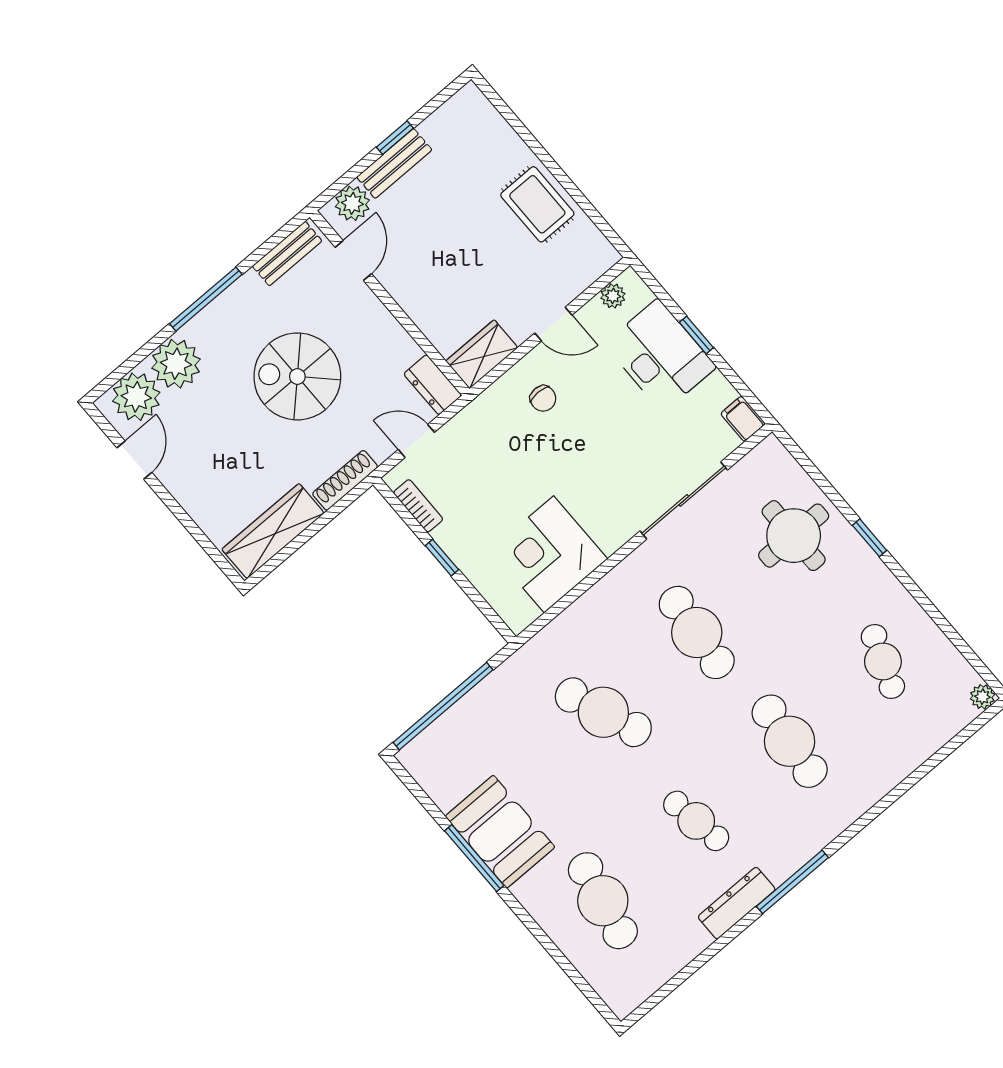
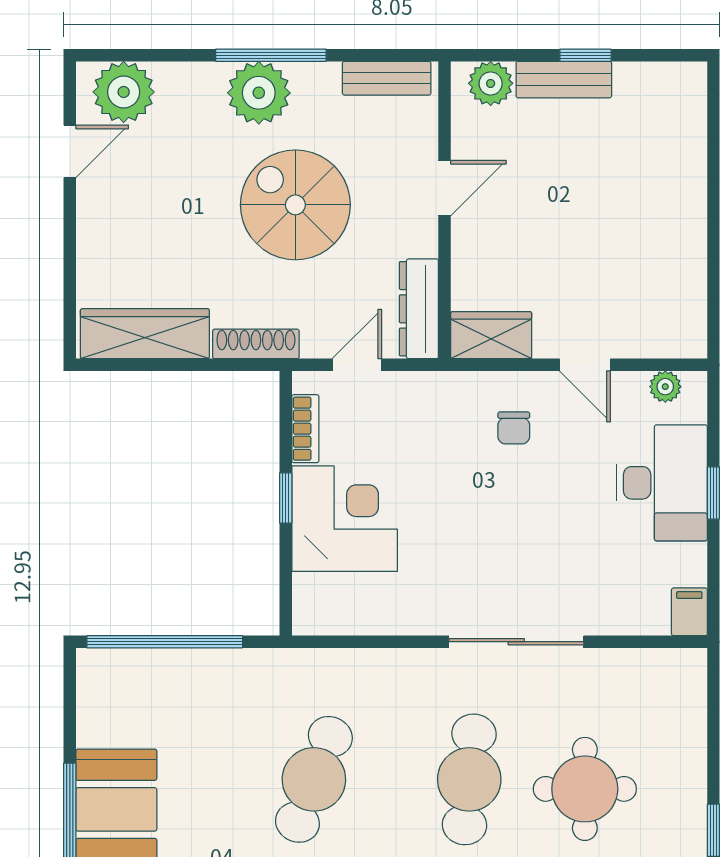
rug: (537, 204) -> (668, 236), removed
door: (353, 261) -> (445, 188), moved
plant: (176, 364) -> (259, 93), moved
dresser: (433, 385) -> (419, 309), width x1.44
door: (416, 441) -> (357, 365), hinge flipped
sliding door: (684, 500) -> (516, 642), moved
round table: (794, 536) -> (585, 789), moved
corner desk: (549, 554) -> (345, 519), moved, turned 90
cafe table: (603, 712) -> (314, 779), turned 42

